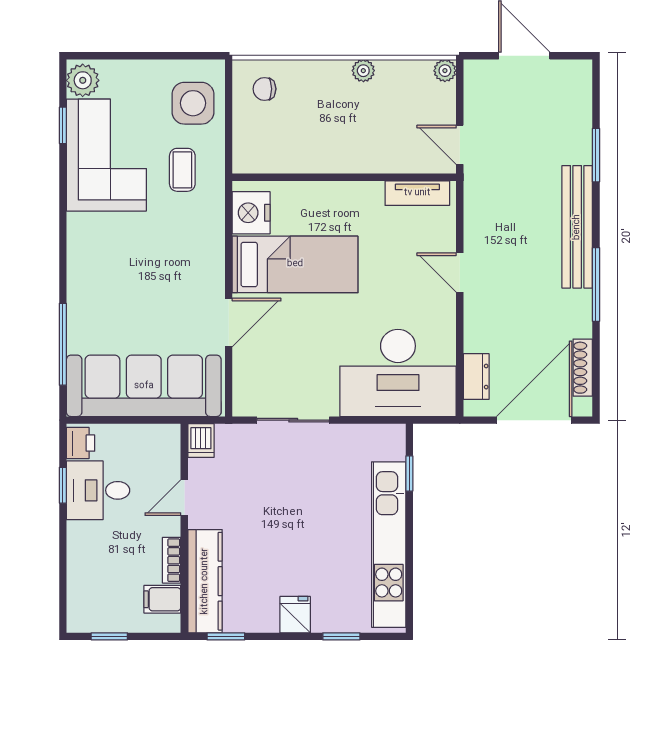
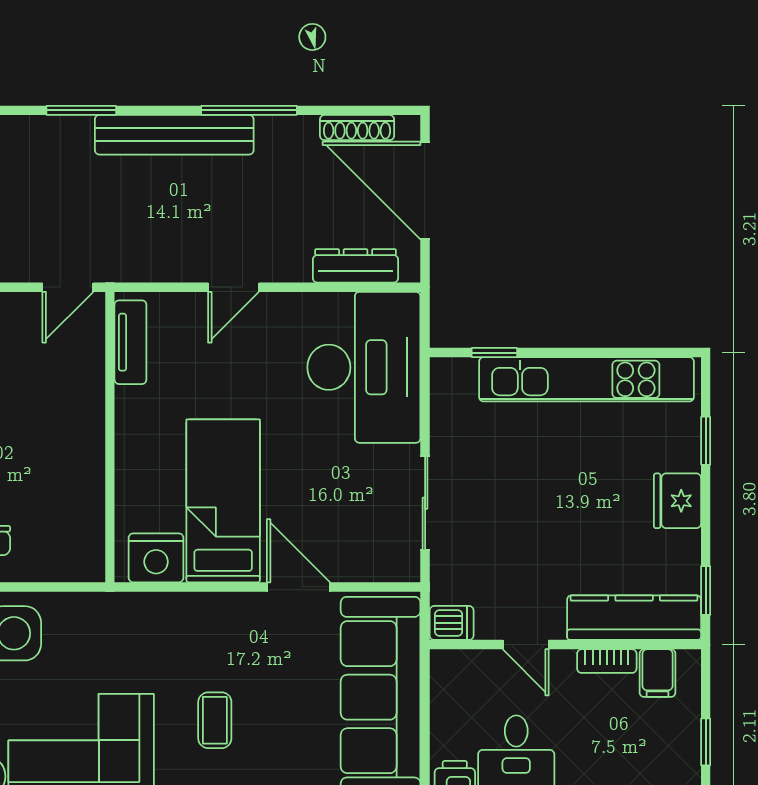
coffee table: (182, 170) -> (215, 720), moved, turned 90
dresser: (476, 377) -> (356, 266), width x1.44
fridge: (295, 615) -> (677, 501), width x1.38

